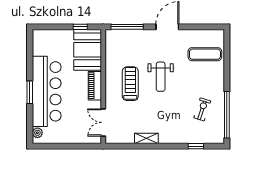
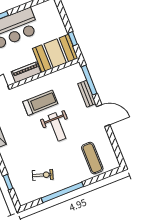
bench: (140, 34) -> (87, 94), added
weight bench: (161, 77) -> (57, 127), turned -90
window: (227, 115) -> (62, 192), moved

